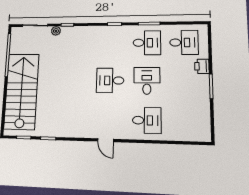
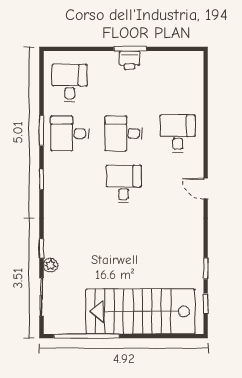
desk: (147, 43) -> (70, 133), turned -90
printer: (202, 66) -> (129, 60), moved
desk: (110, 80) -> (124, 184), turned 180
door: (105, 140) -> (206, 189), swing flipped

